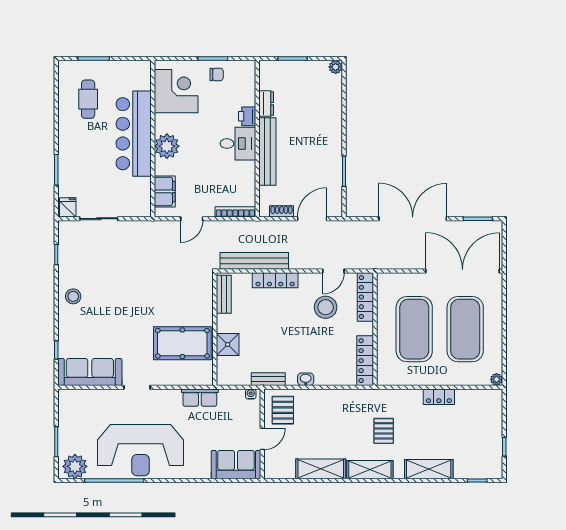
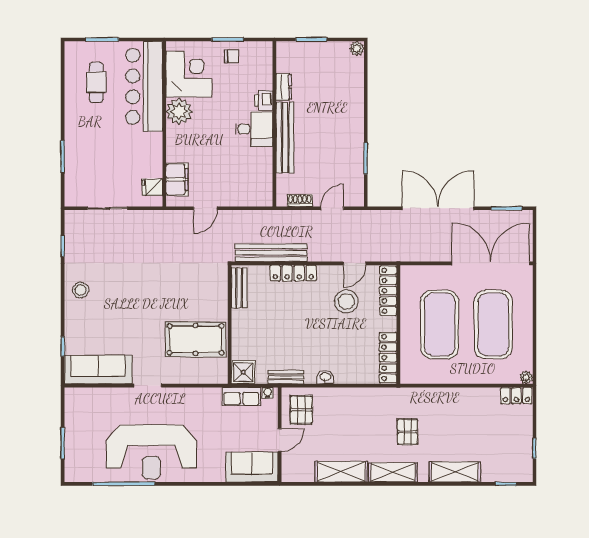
bar counter: (134, 134) -> (144, 86), moved
plant: (167, 146) -> (179, 111), moved
fridge: (68, 207) -> (152, 187), moved, turned -90
bookcase: (235, 212) -> (251, 201), removed
door: (312, 219) -> (332, 208), width x0.73
shower: (228, 344) -> (243, 372), moved
locker: (439, 397) -> (516, 396), moved
row of seats: (200, 398) -> (241, 397), moved
plant: (75, 466) -> (82, 469), removed

